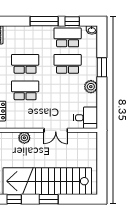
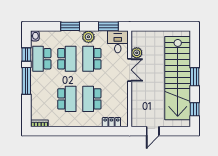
school desk: (25, 64) -> (67, 99), turned 180
school desk: (68, 64) -> (67, 59), turned 180
school desk: (68, 90) -> (92, 59), added
window: (102, 108) -> (108, 26), added
plant: (24, 138) -> (137, 53), moved

